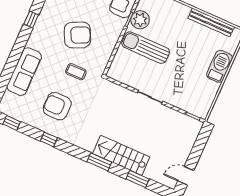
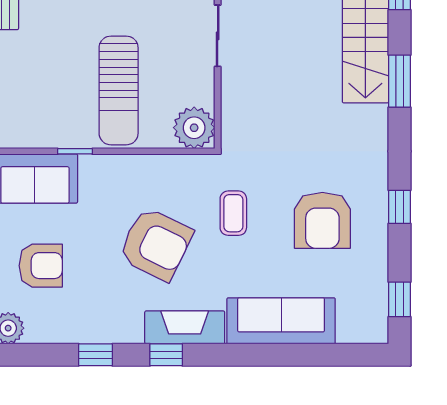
plant: (140, 20) -> (194, 128), moved
fireplace: (39, 32) -> (185, 327), added
armchair: (77, 35) -> (156, 244), turned 141

